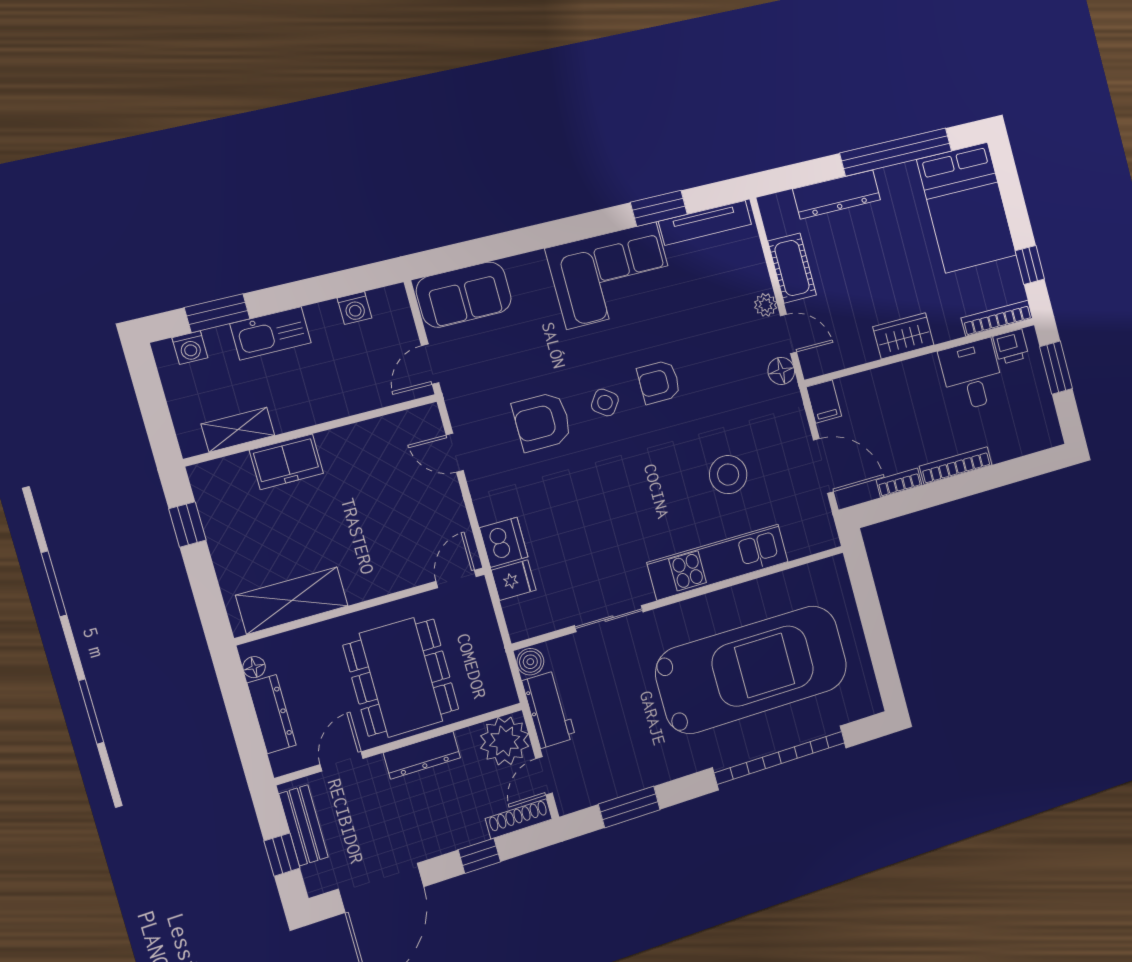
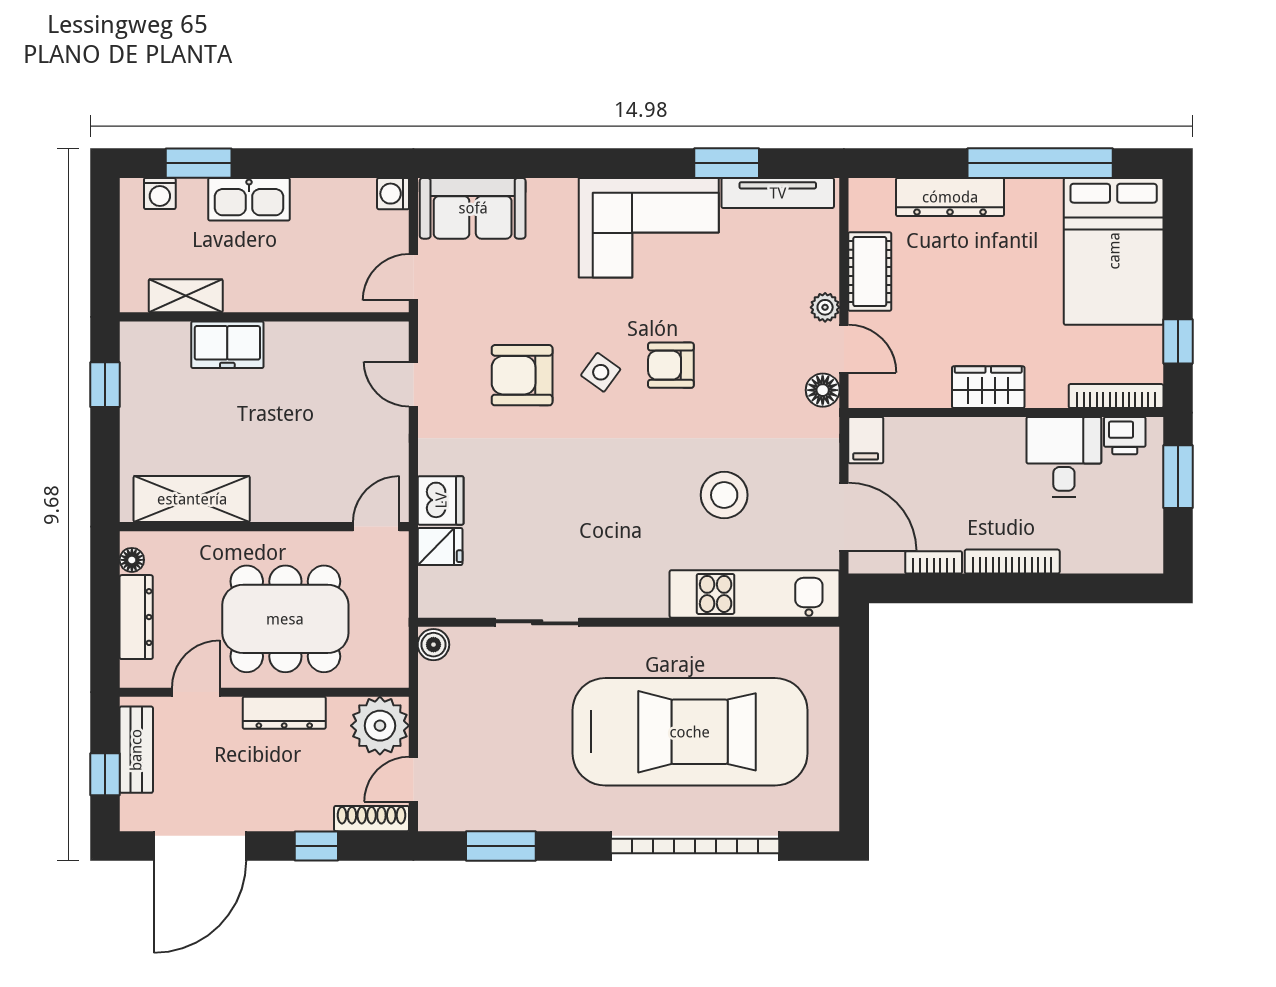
washing machine: (354, 308) -> (393, 194), moved, turned 90
kitchen unit: (718, 562) -> (755, 594), moved
dining table: (401, 677) -> (285, 619), turned 90
workbench: (549, 709) -> (439, 705), removed

